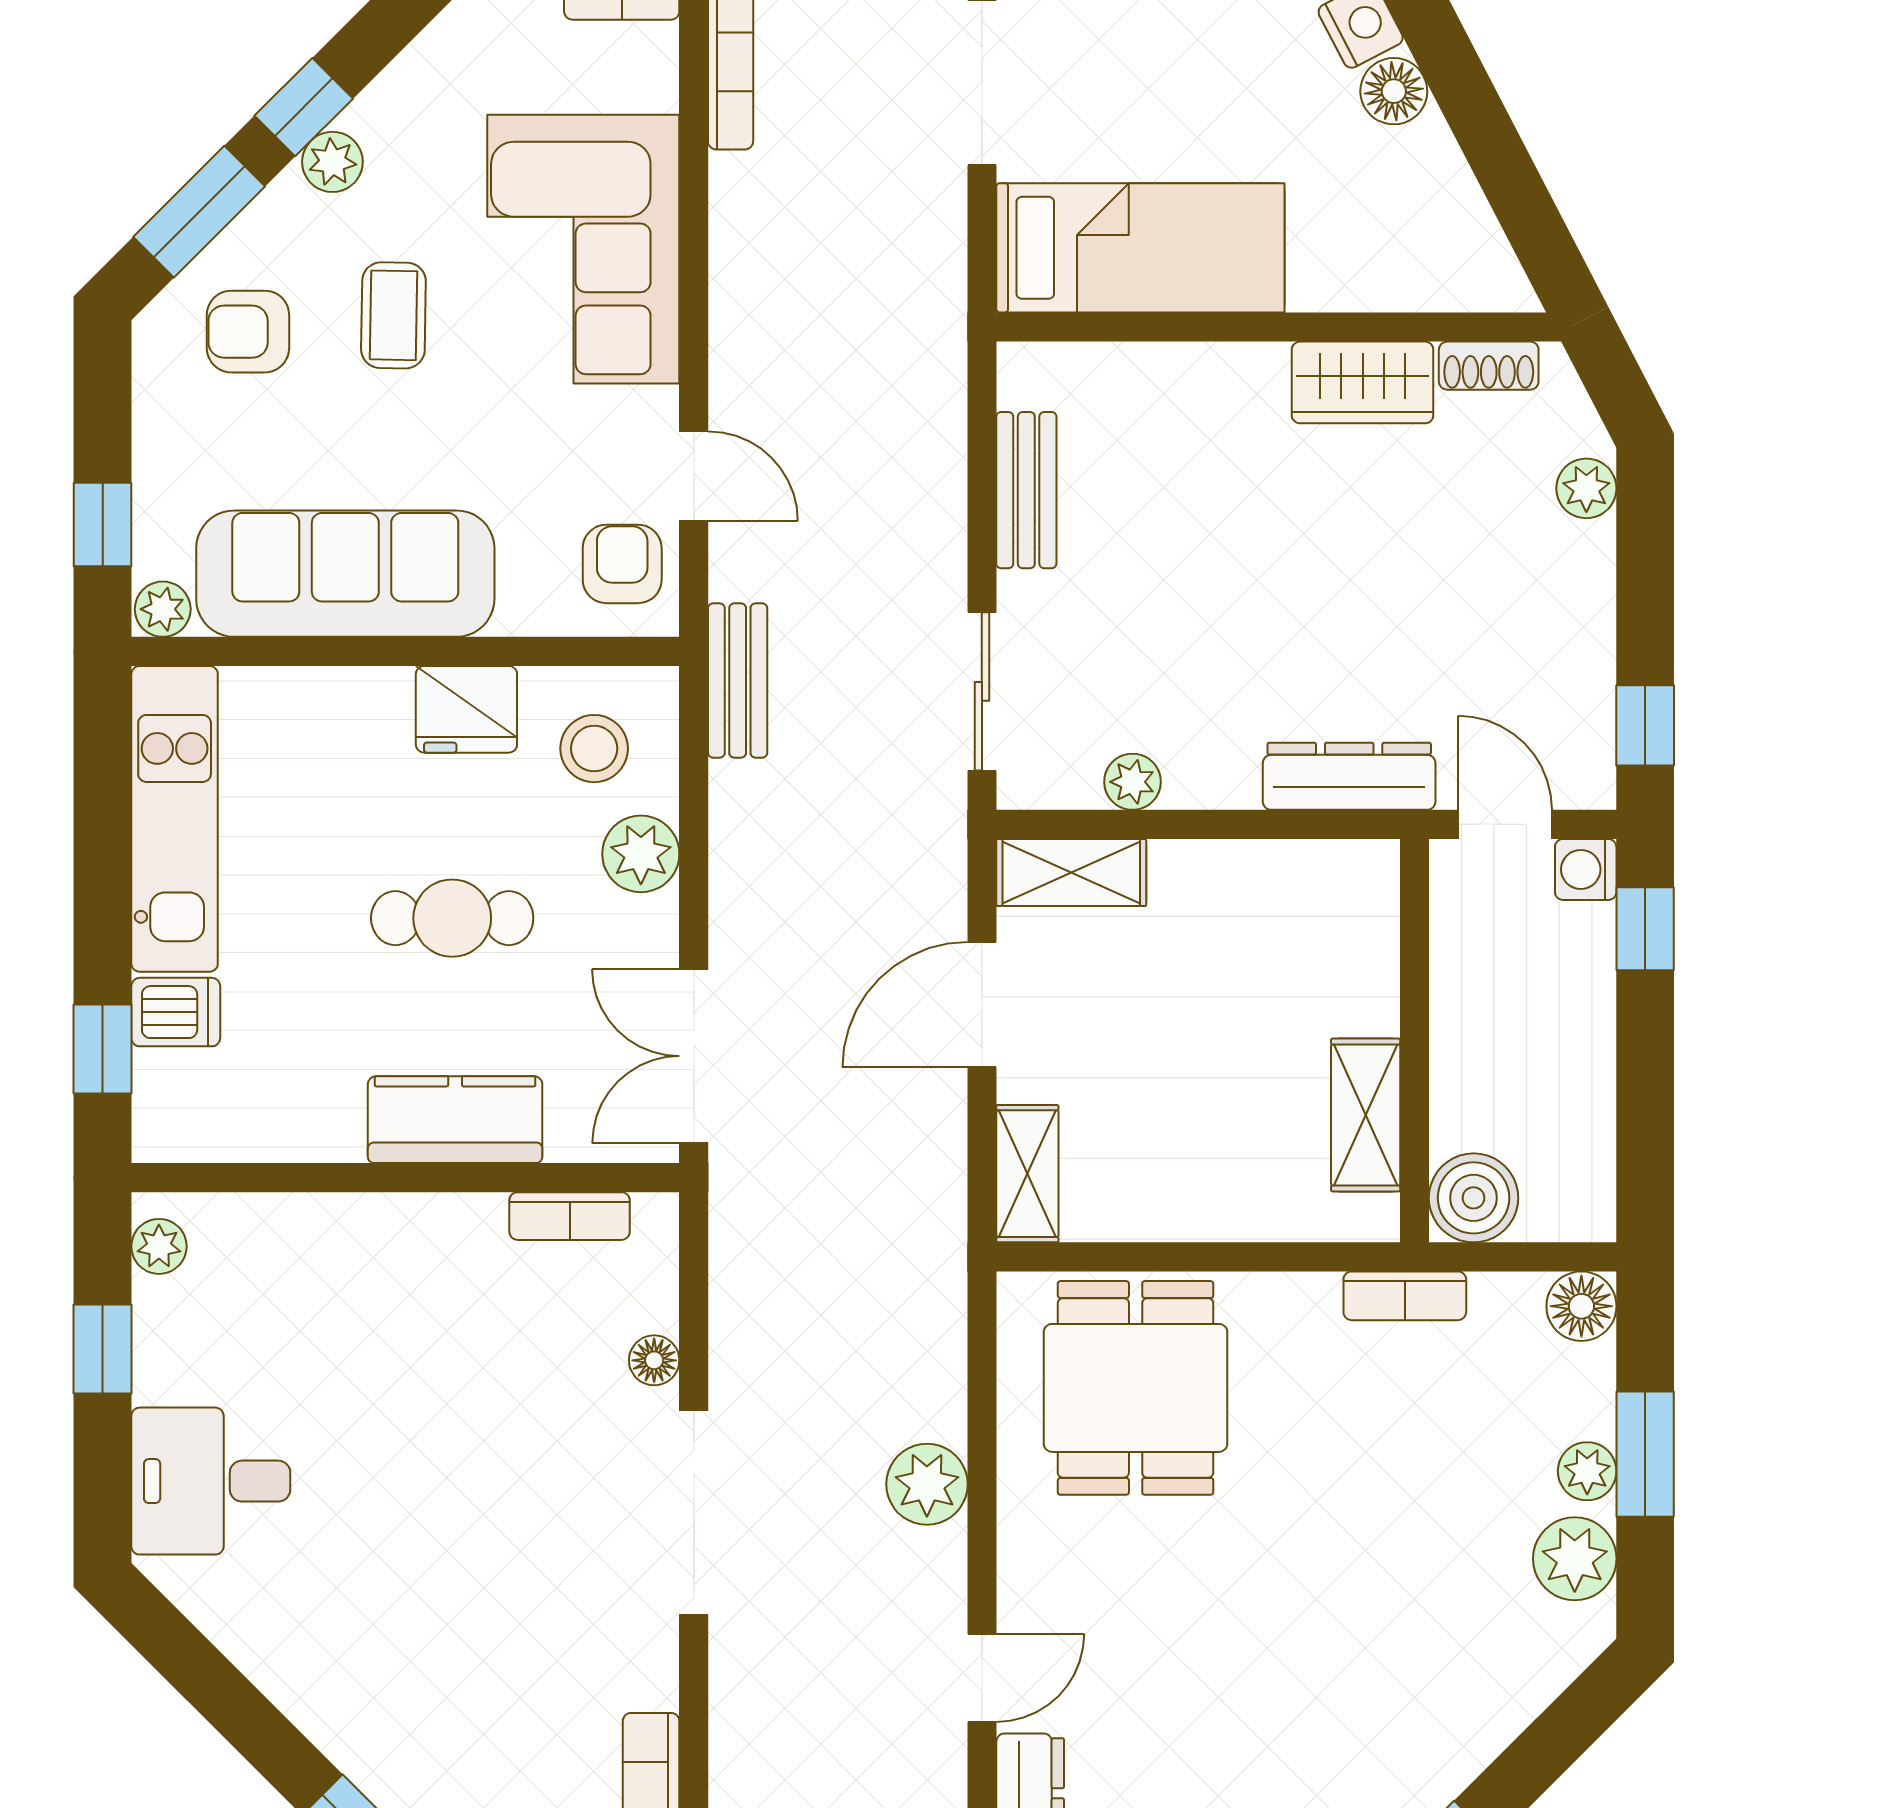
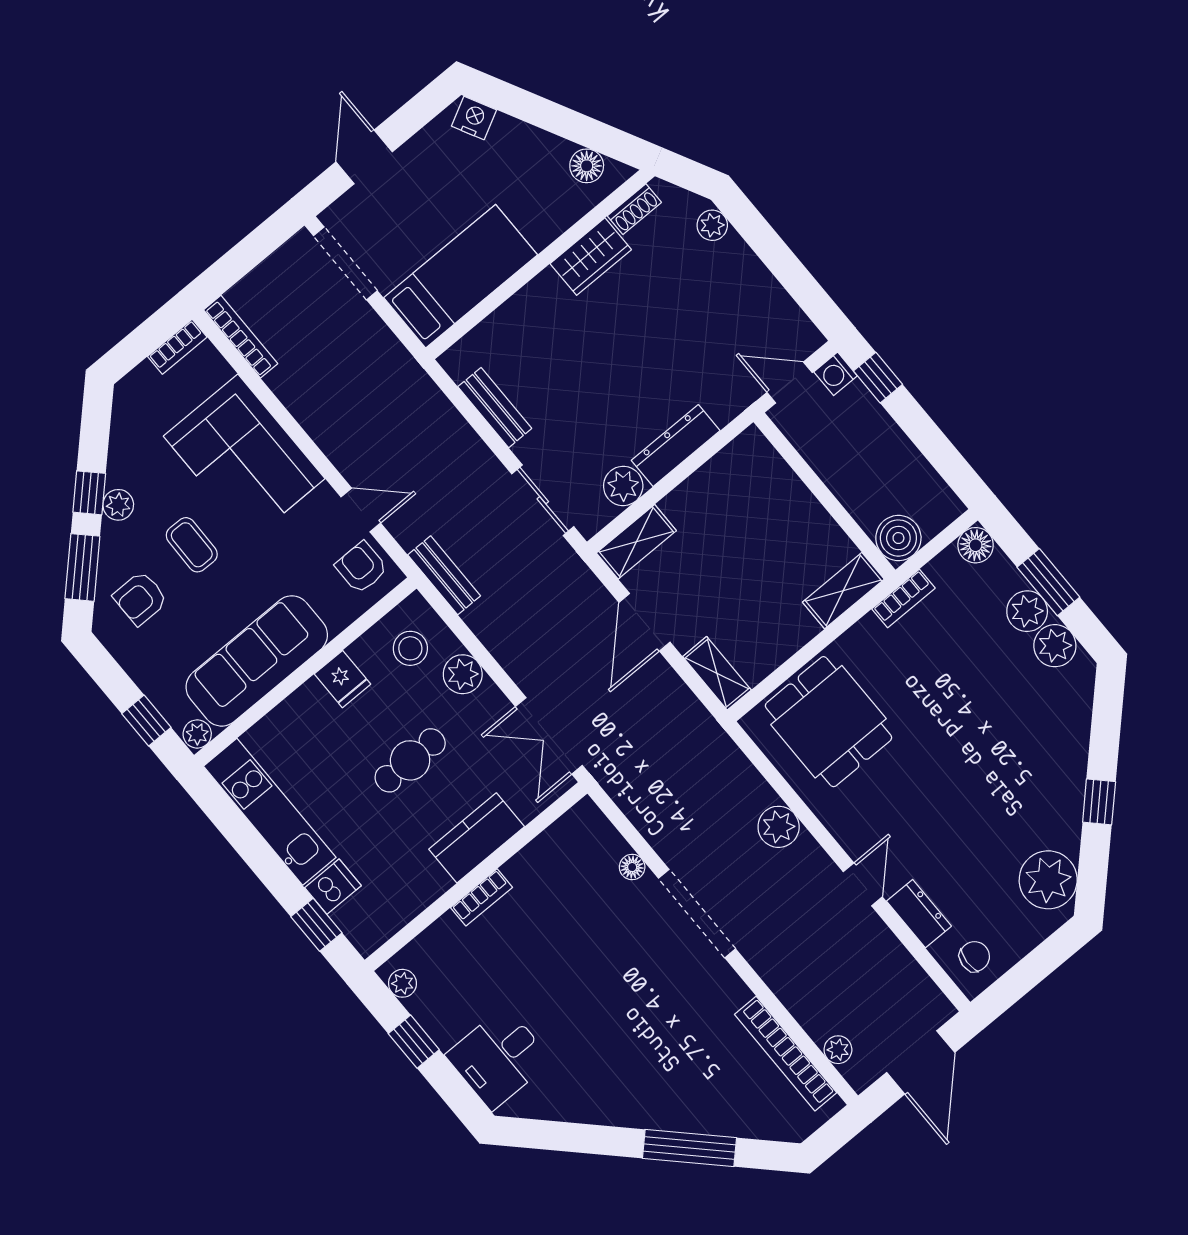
floor lamp: (1394, 91) -> (587, 166), moved
fridge: (466, 709) -> (342, 679), width x0.72
window: (1645, 725) -> (812, 298), removed
dresser: (1349, 776) -> (676, 446), moved
plant: (1133, 782) -> (623, 486), width x1.38, depth x1.38
shelving: (1366, 1115) -> (843, 591), moved, turned 90
bookcase: (570, 1216) -> (482, 897), moved
plant: (1587, 1471) -> (1027, 611), width x1.38, depth x1.38

